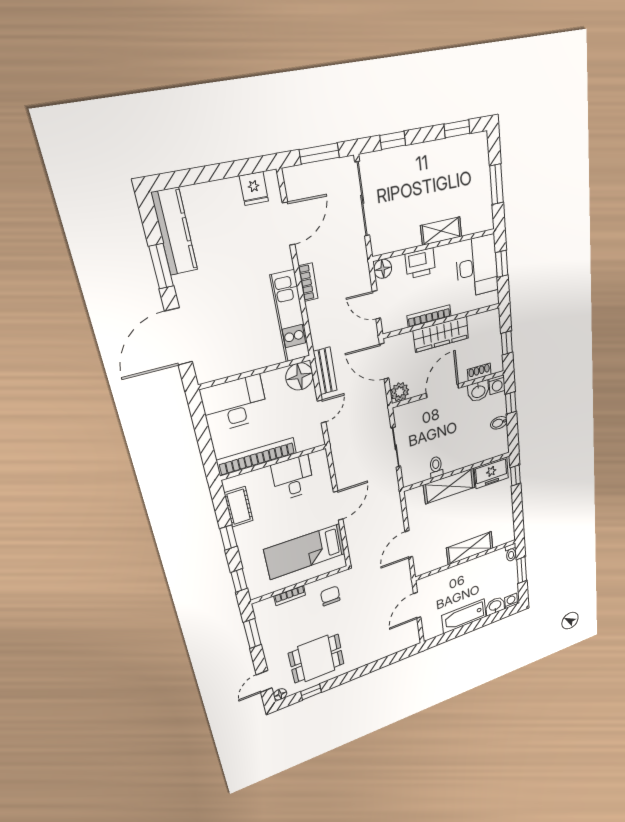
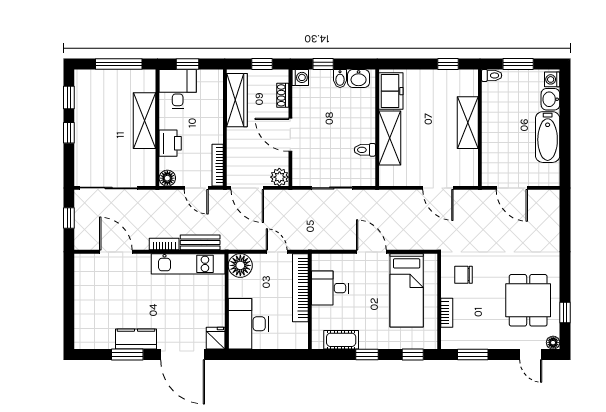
window: (393, 140) -> (69, 133), moved
window: (319, 154) -> (69, 218), width x0.67
window: (496, 184) -> (119, 64), width x1.44
fridge: (254, 189) -> (216, 338), moved, turned -90
shelving: (441, 231) -> (144, 121), width x1.50, depth x1.33
kitchen counter: (175, 232) -> (136, 339), moved, width x0.67
desk: (477, 266) -> (178, 89), width x0.73
door: (377, 305) -> (196, 188), hinge flipped
bookcase: (429, 316) -> (218, 165), moved
wardrobe: (441, 334) -> (237, 100), moved
door: (384, 361) -> (247, 188), hinge flipped
bench: (325, 371) -> (200, 242), moved
washbasin: (478, 391) -> (359, 78), moved, turned 90
bookcase: (257, 457) -> (300, 288), moved
window: (515, 475) -> (448, 64), moved

